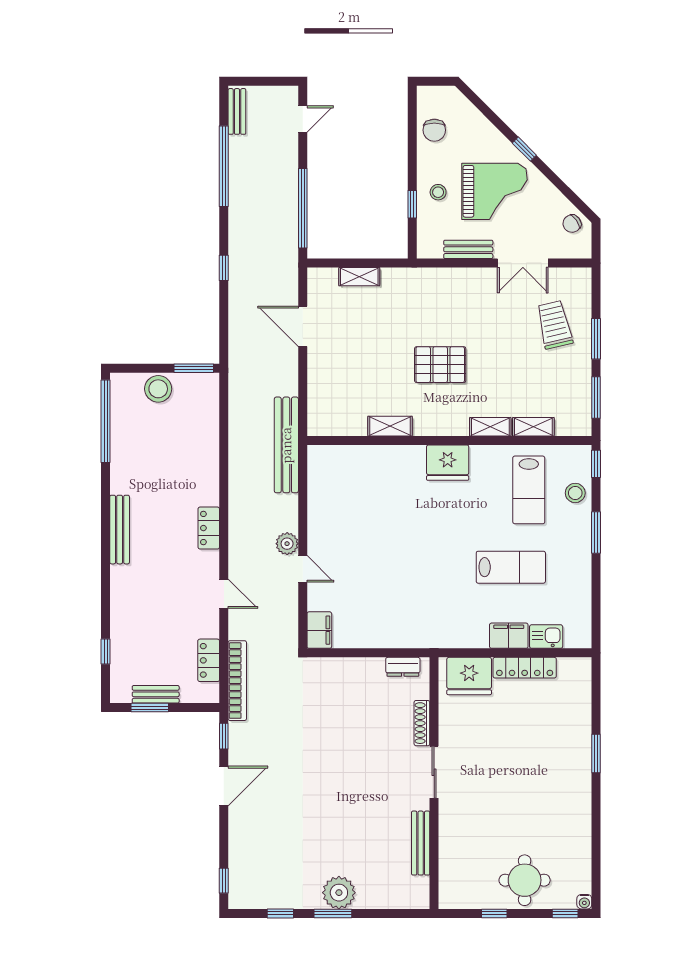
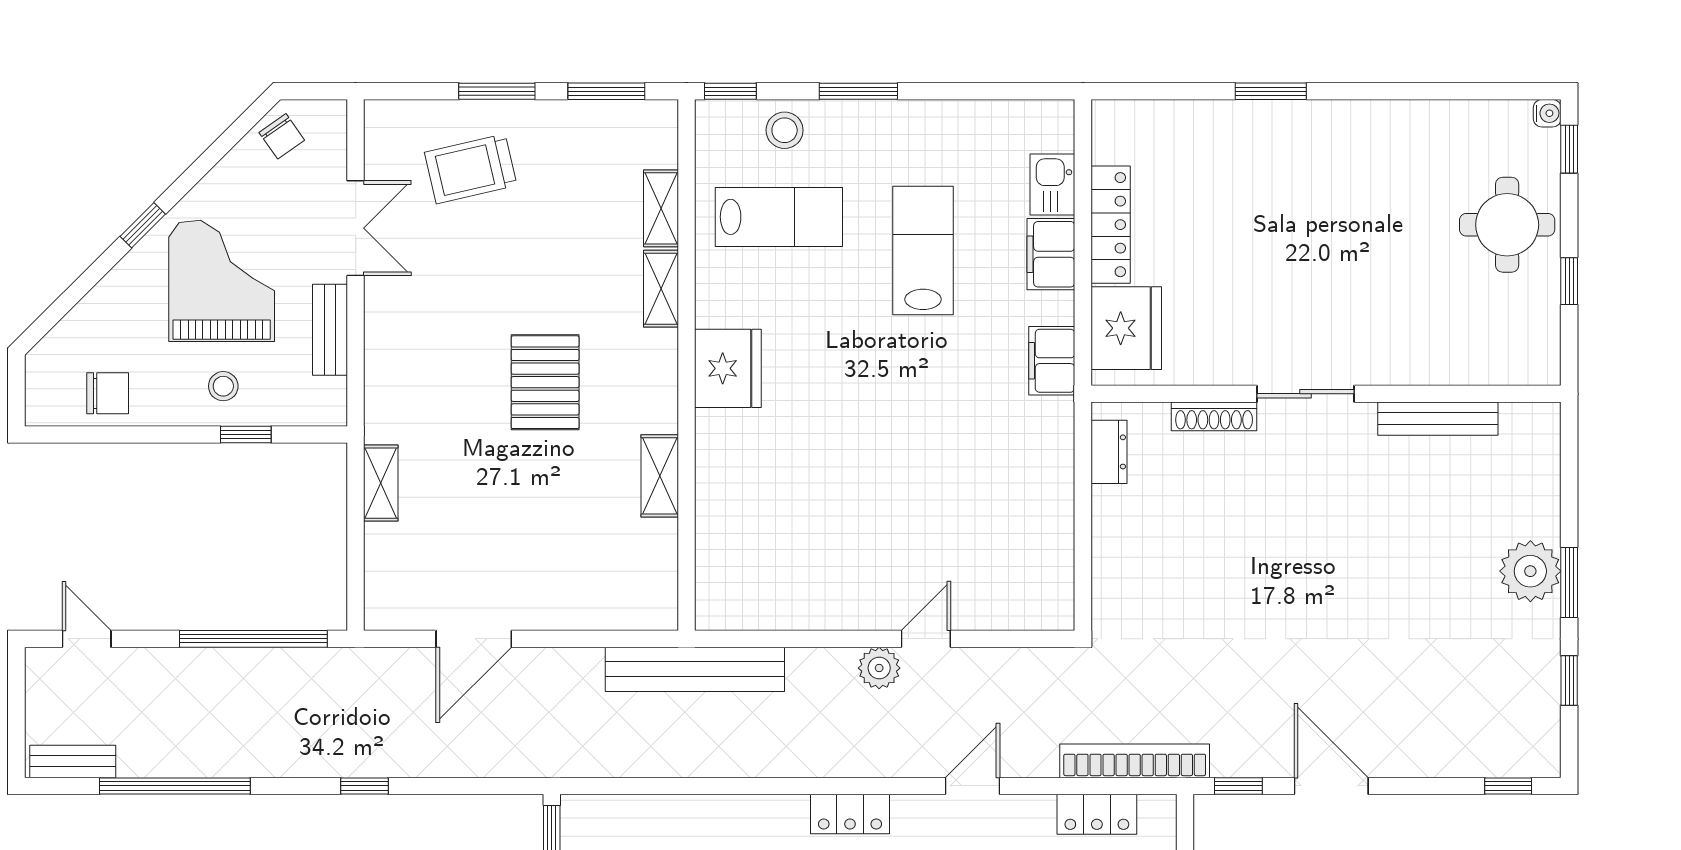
shelving: (359, 277) -> (381, 483), moved
filing cabinet: (319, 630) -> (1052, 361), moved, turned -90

